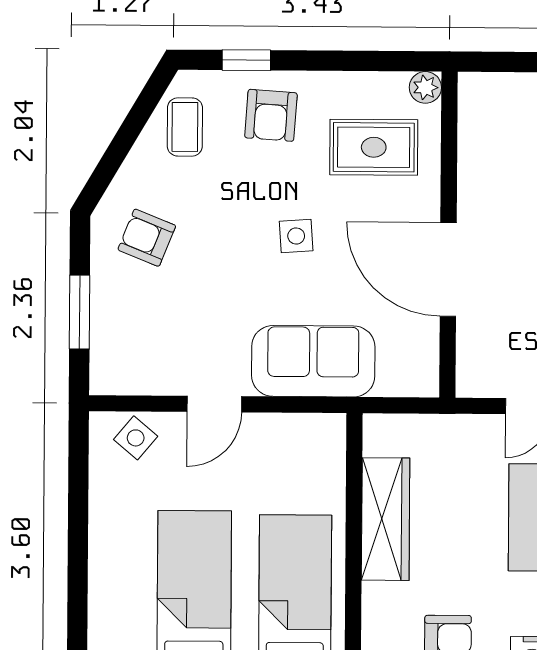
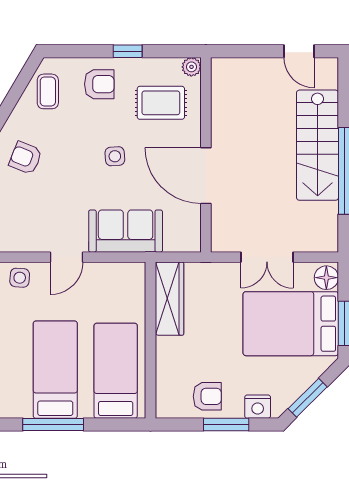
window: (246, 60) -> (128, 51), moved
armchair: (271, 115) -> (99, 84), turned -94
side table: (136, 438) -> (20, 278), turned -36
wardrobe: (386, 519) -> (169, 299), moved

